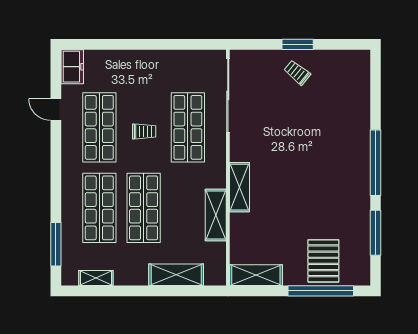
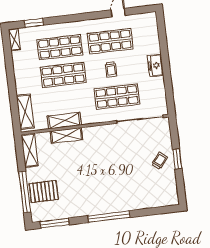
freezer: (72, 67) -> (155, 65), moved, turned 90
shelving: (240, 187) -> (66, 135), moved
window: (375, 233) -> (55, 223), moved
window: (56, 244) -> (34, 23), width x0.69
shelving: (176, 275) -> (25, 112), moved
shelving: (96, 278) -> (14, 40), moved

